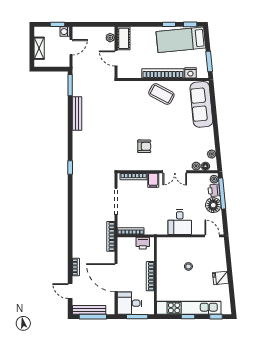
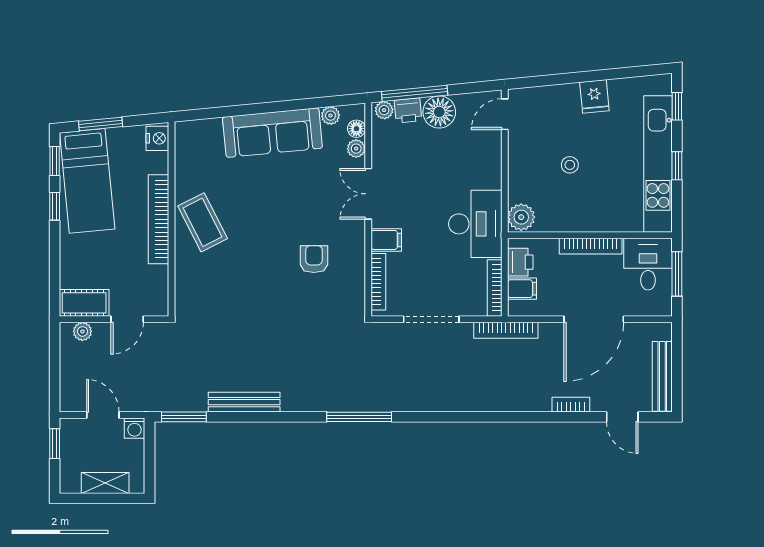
washing machine: (65, 32) -> (134, 428), moved
window: (209, 61) -> (101, 124), moved
nightstand: (190, 73) -> (157, 138), moved
coffee table: (161, 94) -> (203, 222), turned -55
sofa: (201, 104) -> (272, 133), moved
window: (70, 168) -> (359, 417), width x2.17
double door: (175, 172) -> (368, 194), swing flipped
desk: (180, 222) -> (475, 224), moved, width x1.37
filing cabinet: (130, 244) -> (522, 289), added
plant: (164, 244) -> (521, 217), added
door: (70, 291) -> (622, 417), hinge flipped
desk: (130, 303) -> (648, 264), moved, turned 180
window: (93, 317) -> (677, 368), removed

